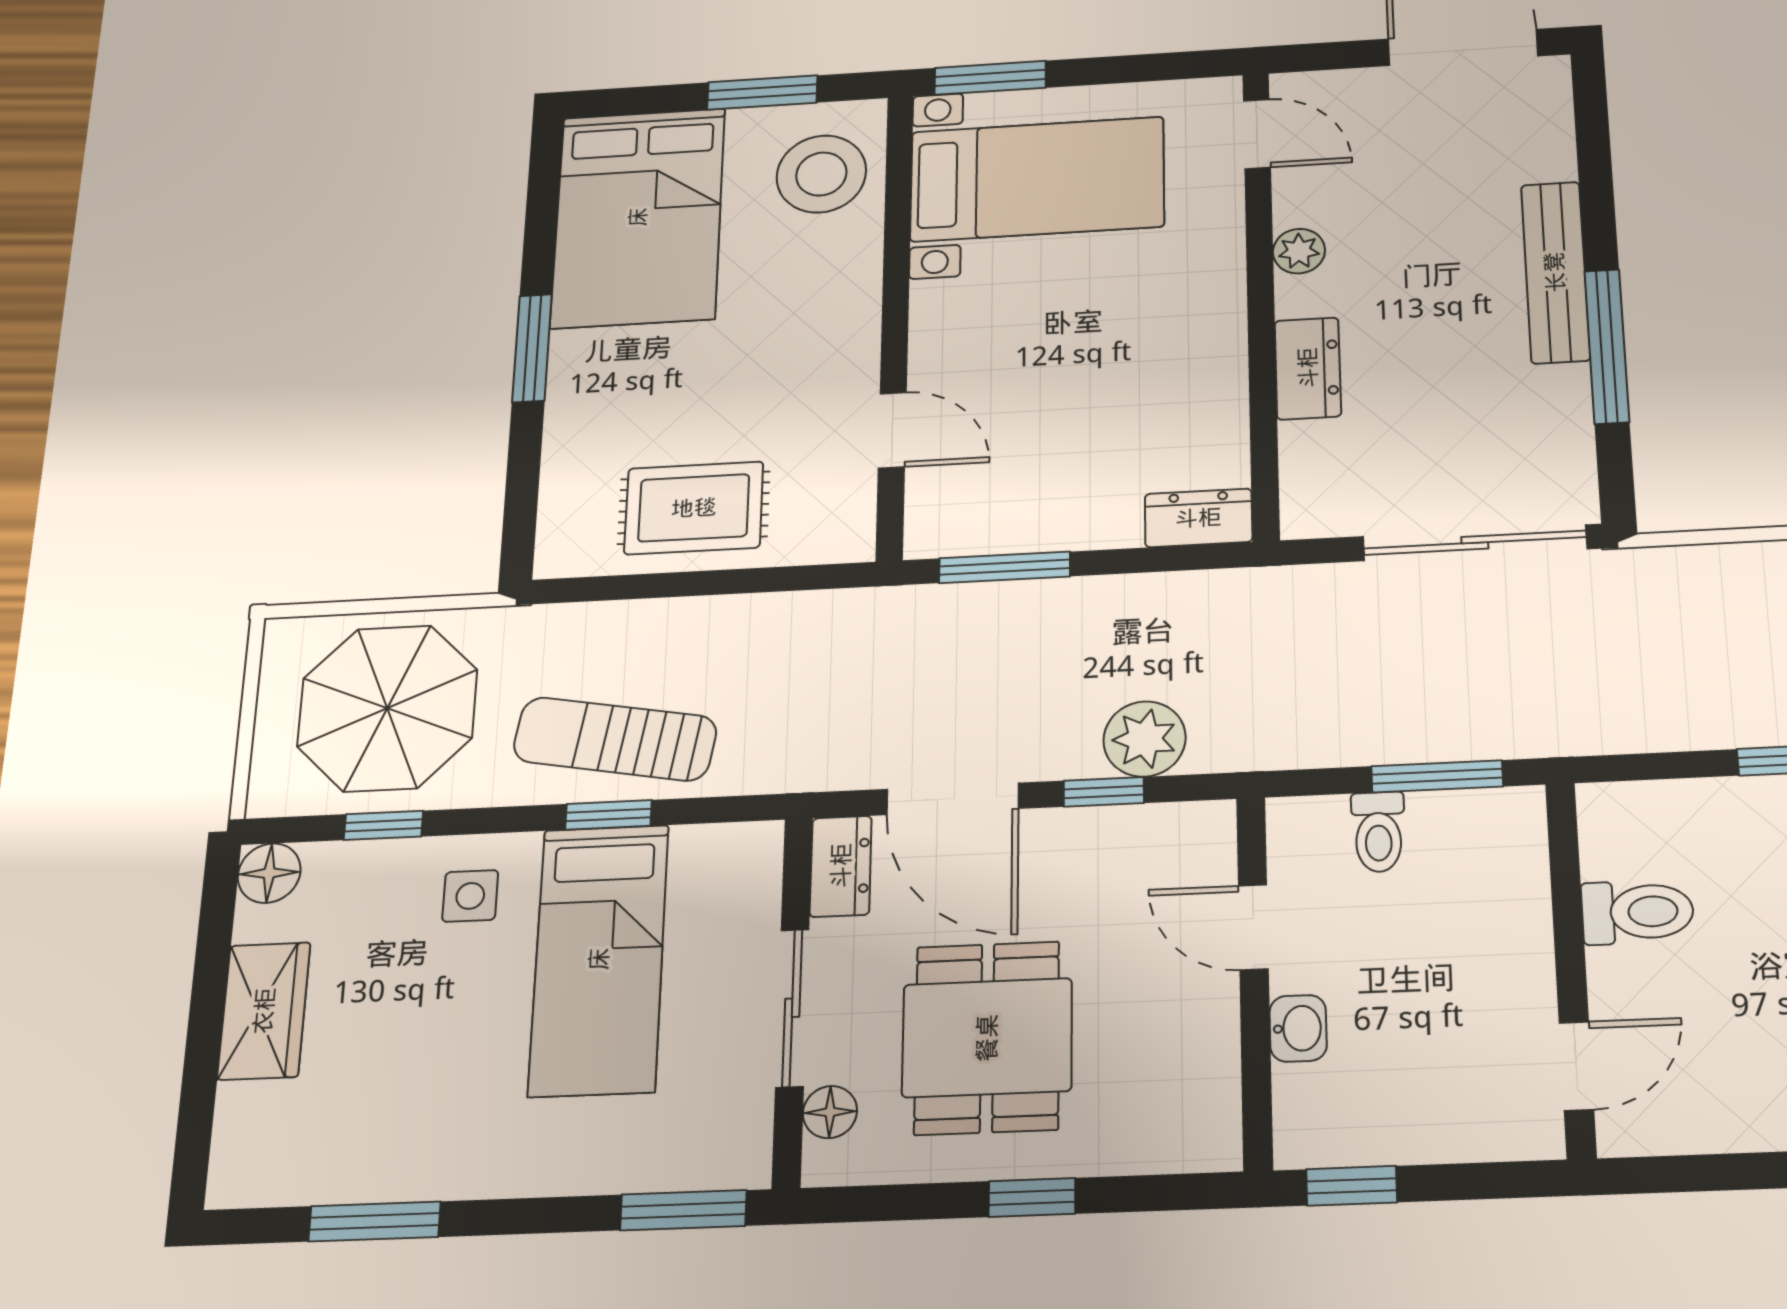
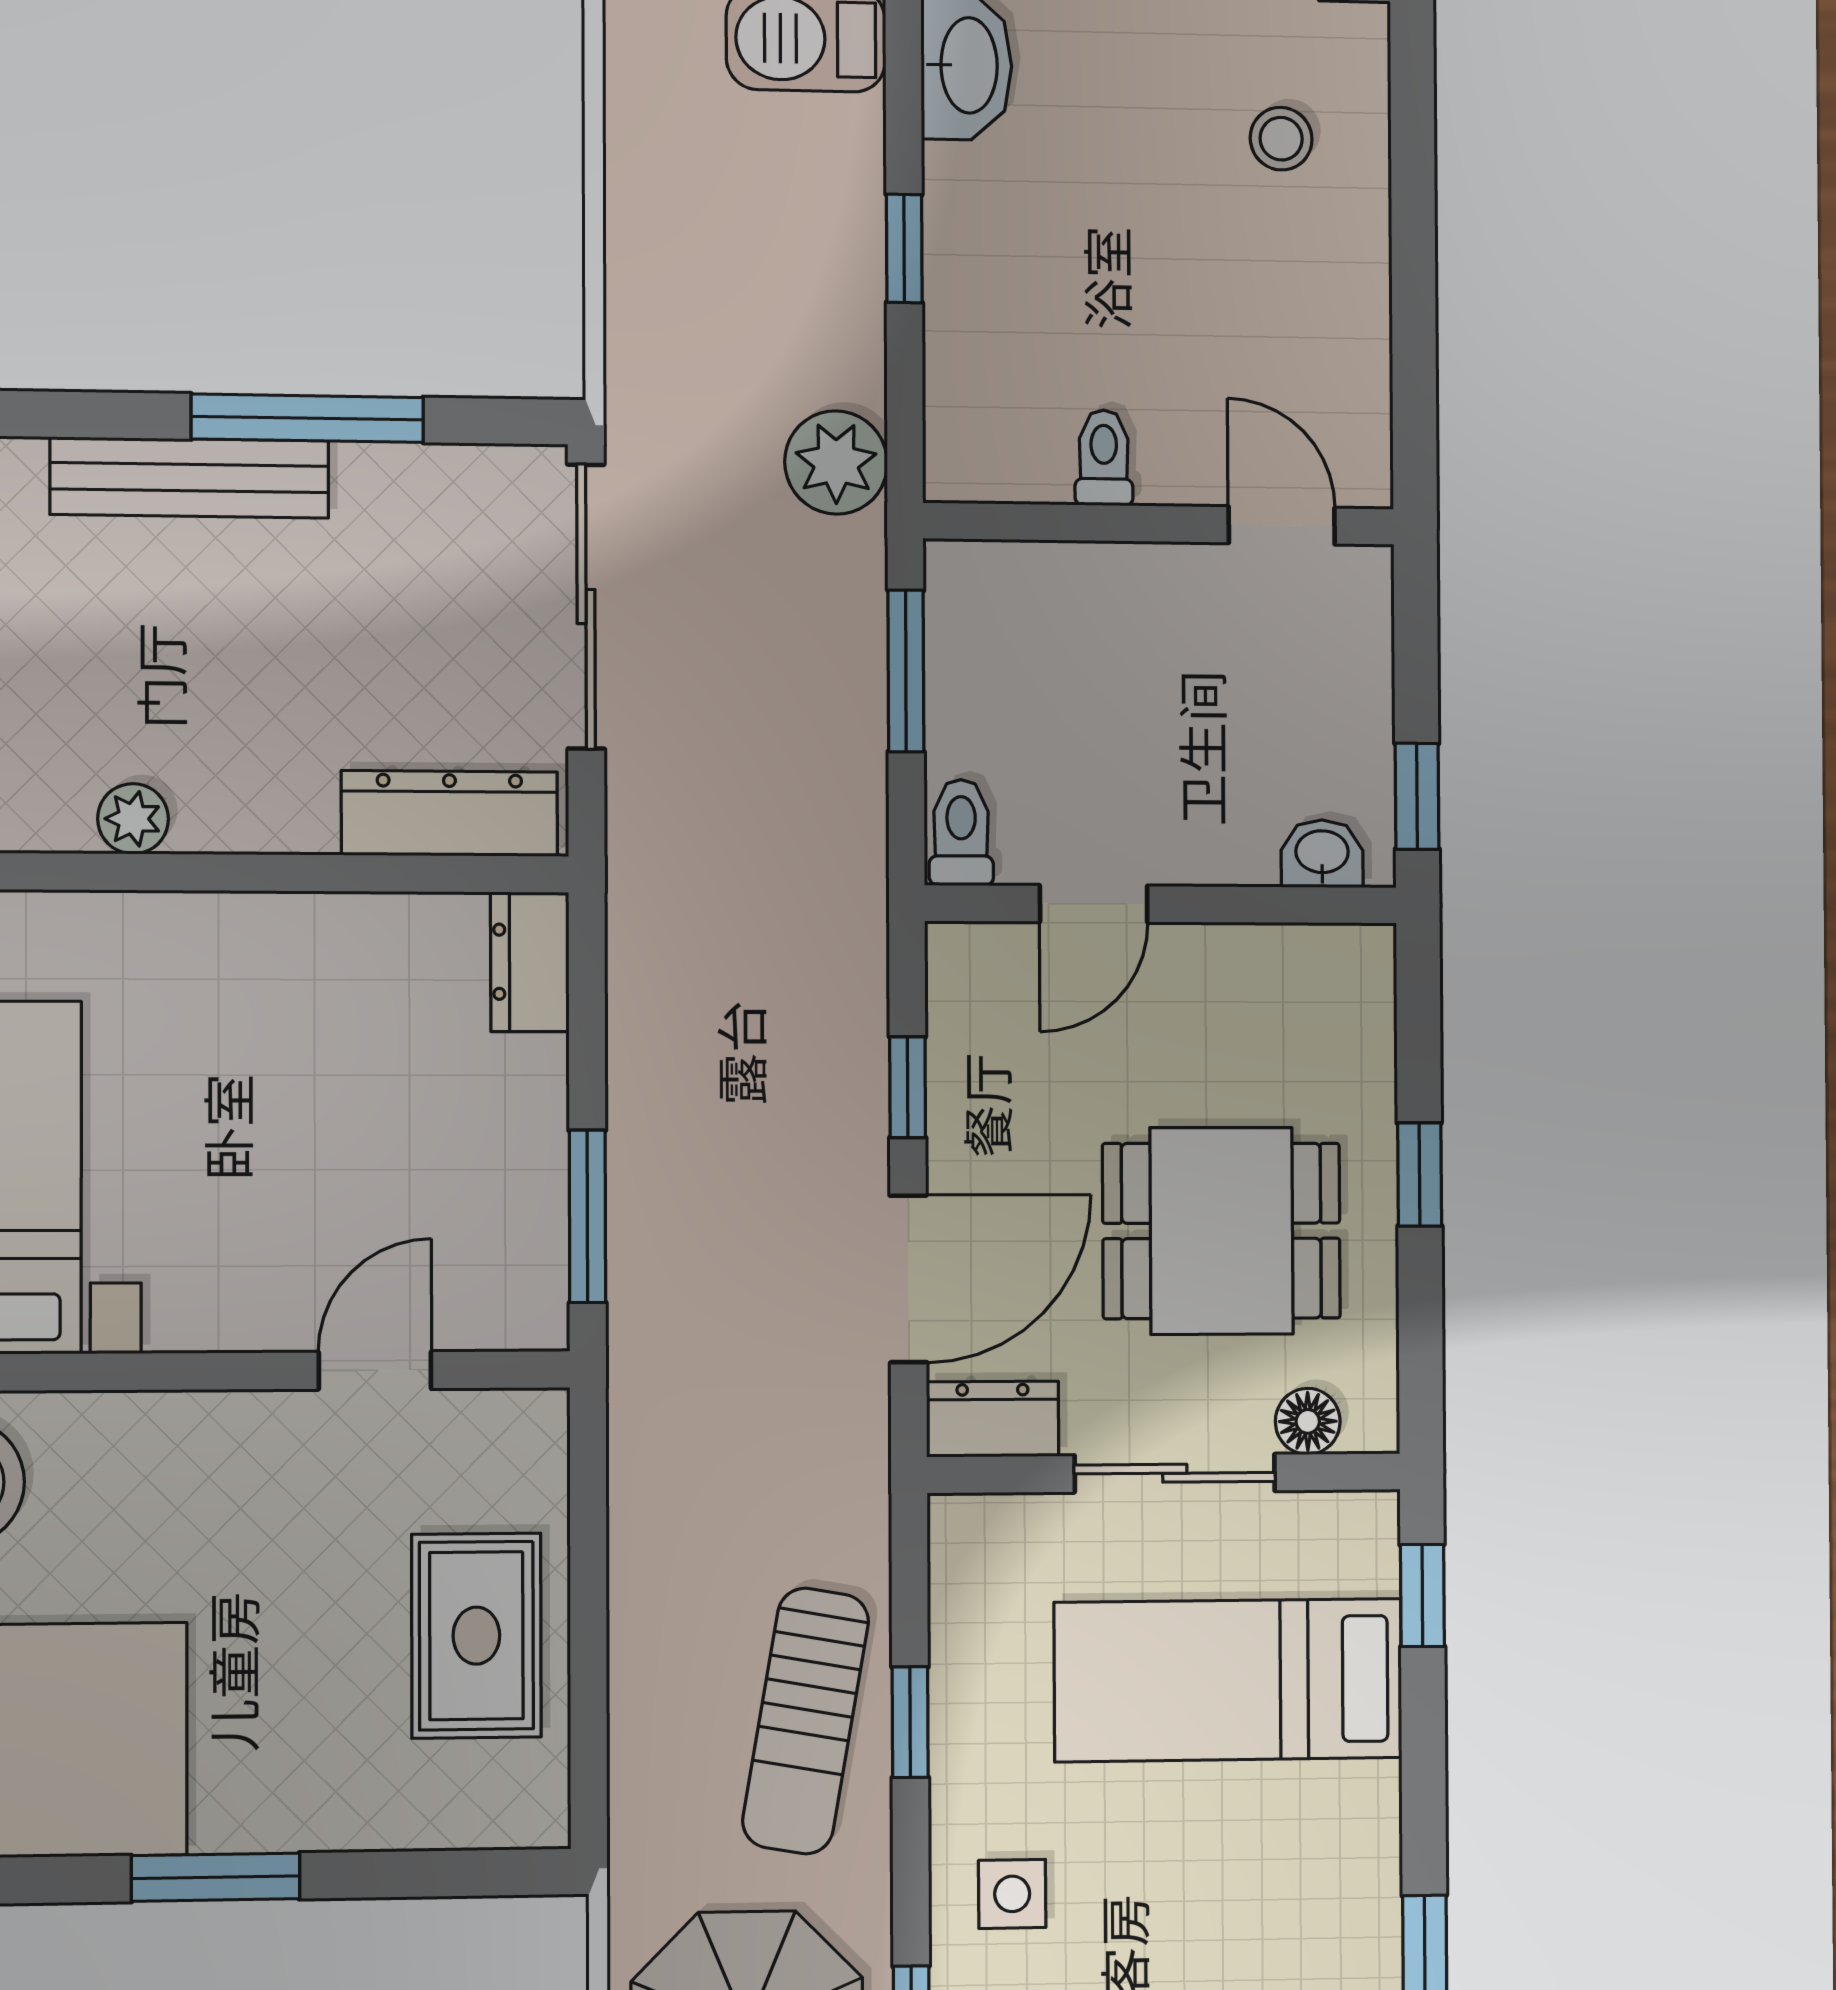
dresser: (1308, 368) -> (449, 814), moved, width x1.44
plant: (1145, 739) -> (836, 463), moved
toilet: (1378, 832) -> (961, 833), moved, turned -90
toilet: (1637, 912) -> (1104, 458), width x0.73, depth x0.72
bed: (599, 959) -> (1228, 1680), moved, turned 180
washbasin: (1298, 1028) -> (1322, 854), moved
window: (683, 1210) -> (1422, 1595), width x0.67

